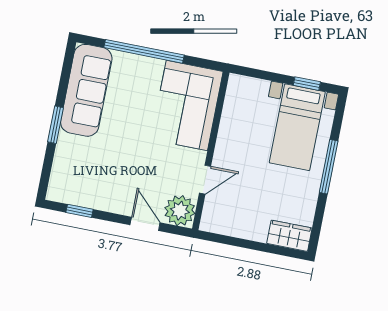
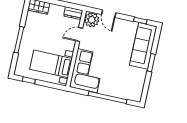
sofa: (86, 90) -> (143, 46), moved
bed with nightstands: (297, 127) -> (51, 64), moved, turned -90
dresser: (218, 224) -> (73, 13), added

